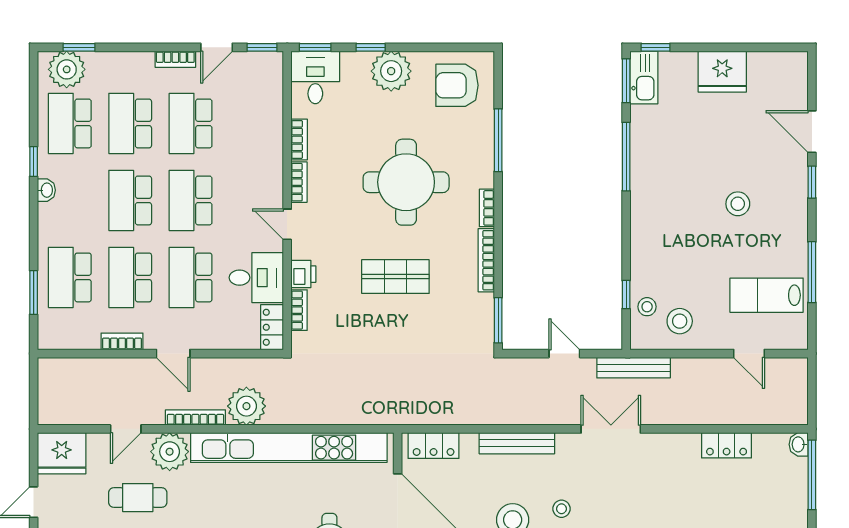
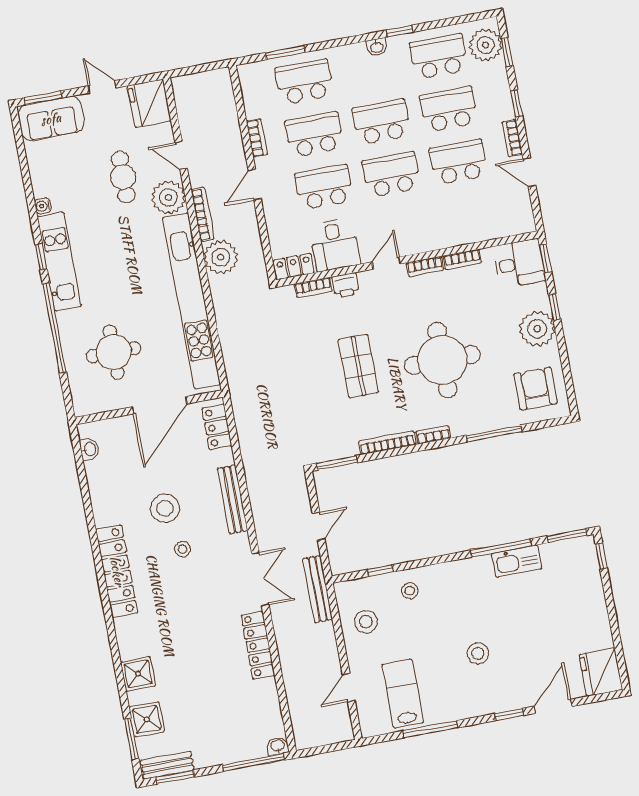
window: (262, 47) -> (516, 103), moved
fridge: (722, 72) -> (601, 672), moved
kitchen sink: (644, 78) -> (517, 561), moved
stool: (647, 307) -> (410, 591), moved
locker: (727, 445) -> (258, 645), moved, width x1.53

